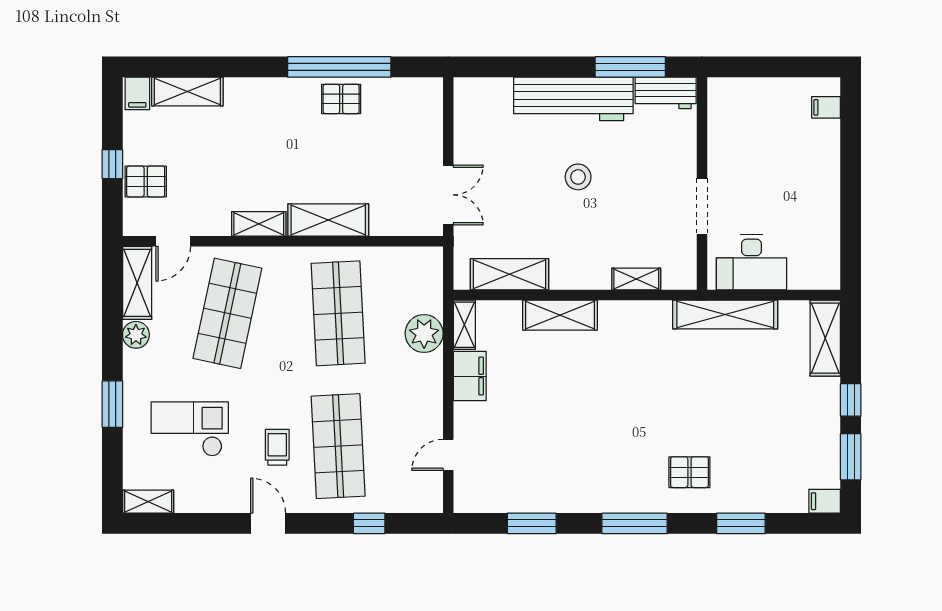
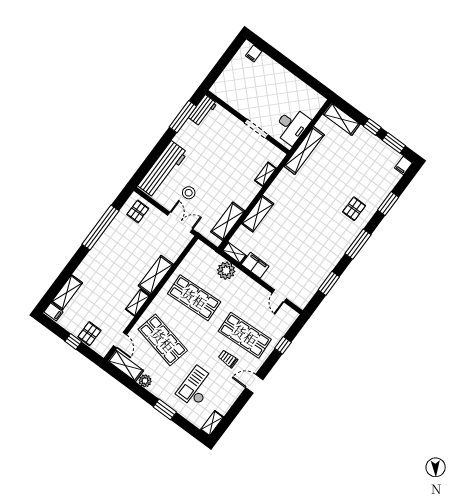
pallet: (341, 99) -> (138, 211), moved
workbench: (573, 99) -> (163, 169), moved
stool: (578, 177) -> (189, 193), moved

